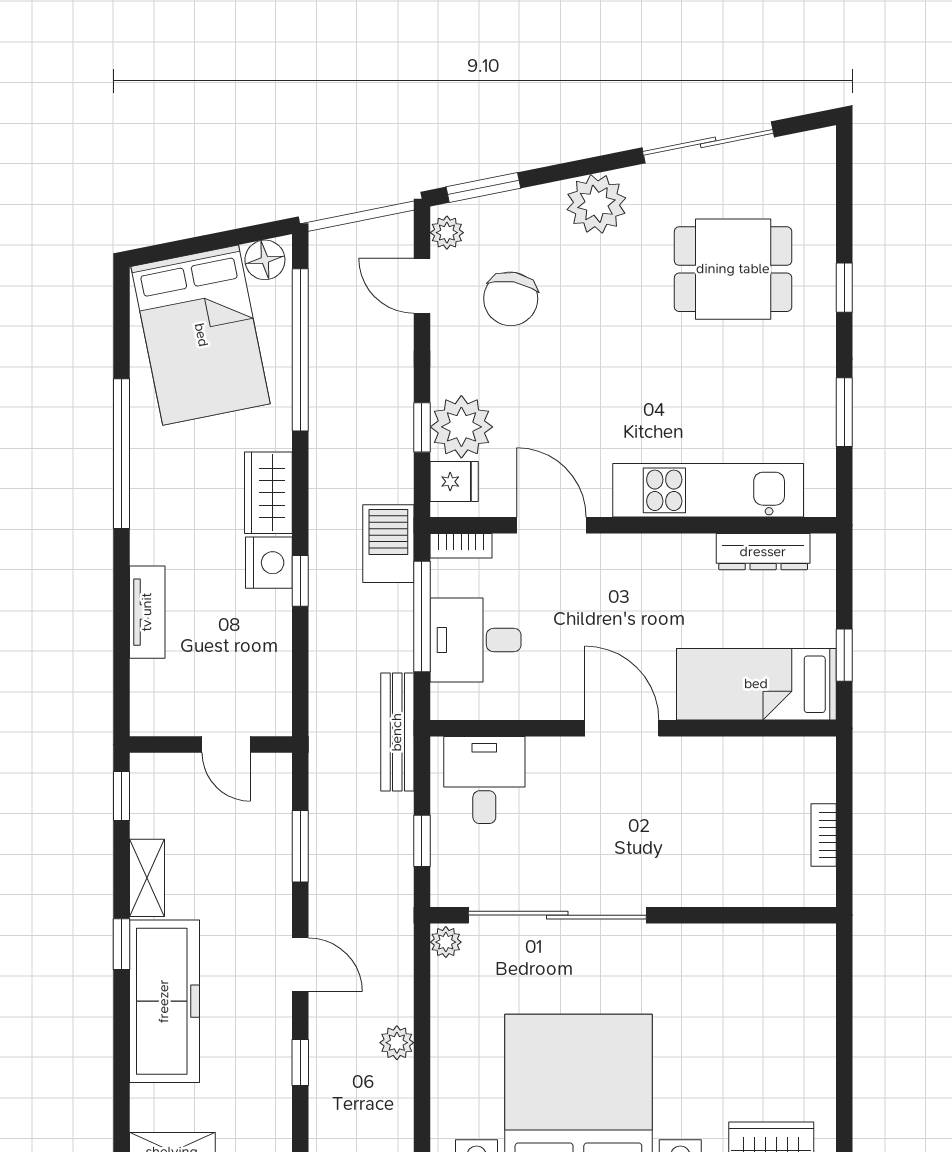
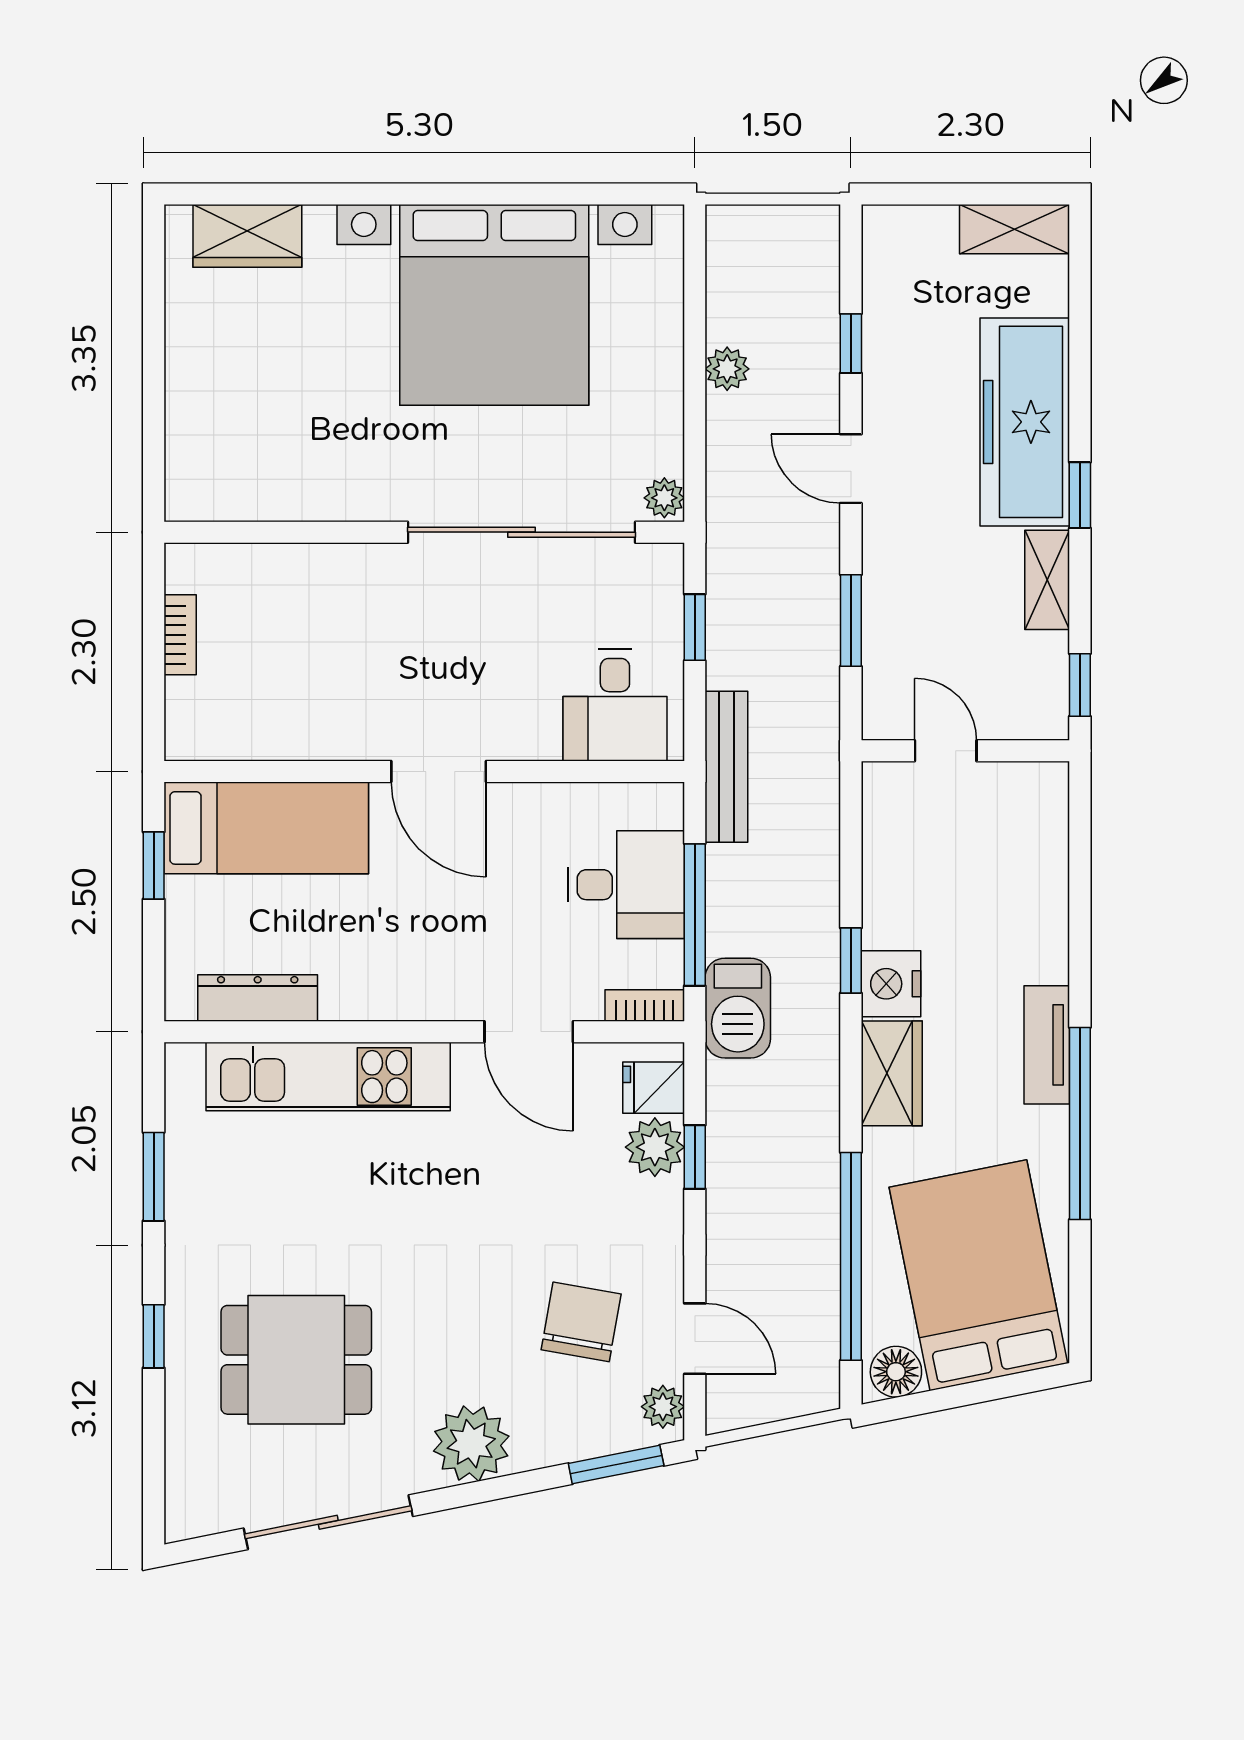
plant: (461, 427) -> (655, 1147), width x0.73, depth x0.73
tv unit: (147, 612) -> (1047, 1045), moved

